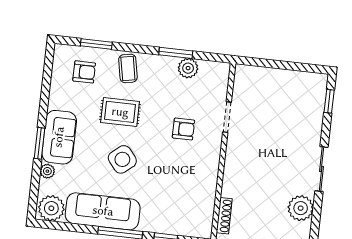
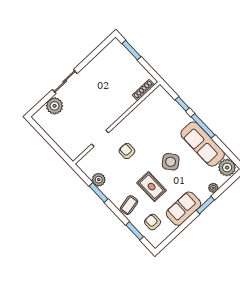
window: (329, 101) -> (42, 103), removed
sofa: (59, 137) -> (184, 209), moved
sliding door: (321, 169) -> (65, 81), moved
plant: (301, 208) -> (55, 106), moved

